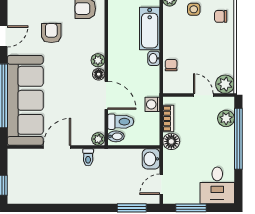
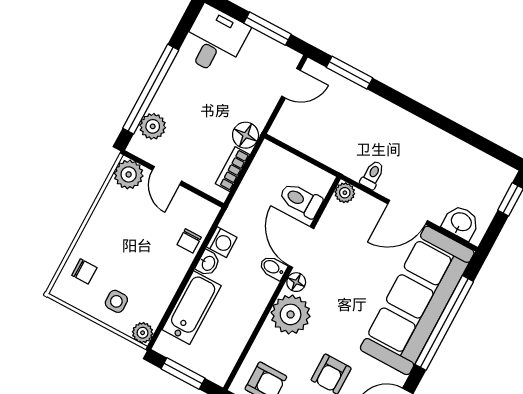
plant: (98, 60) -> (291, 314), width x1.87, depth x1.87
washing machine: (152, 104) -> (222, 242), moved
bidet: (116, 136) -> (273, 268), moved
washbasin: (151, 159) -> (461, 222), moved, turned -90

